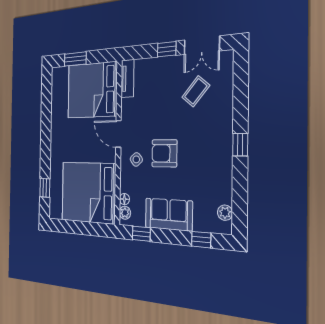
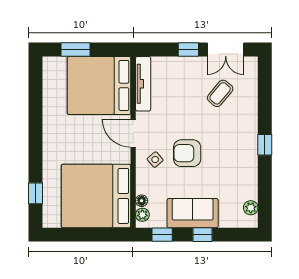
tv unit: (127, 79) -> (143, 84), width x1.41
window: (201, 240) -> (203, 235), moved

